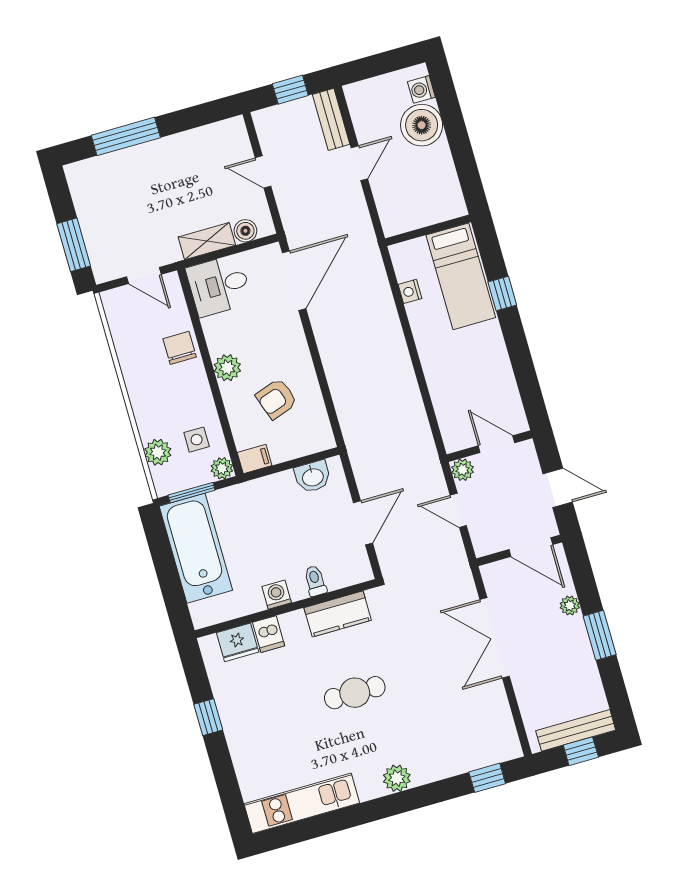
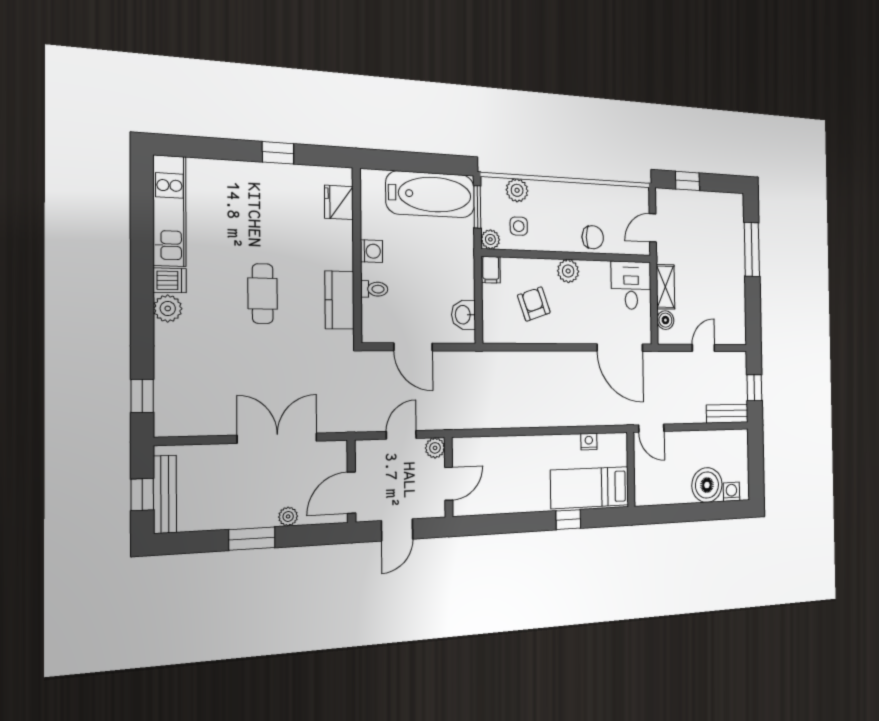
door: (359, 163) -> (651, 428), moved
window: (74, 245) -> (687, 181), width x0.67
dishwasher: (269, 634) -> (170, 280), moved, turned 180

